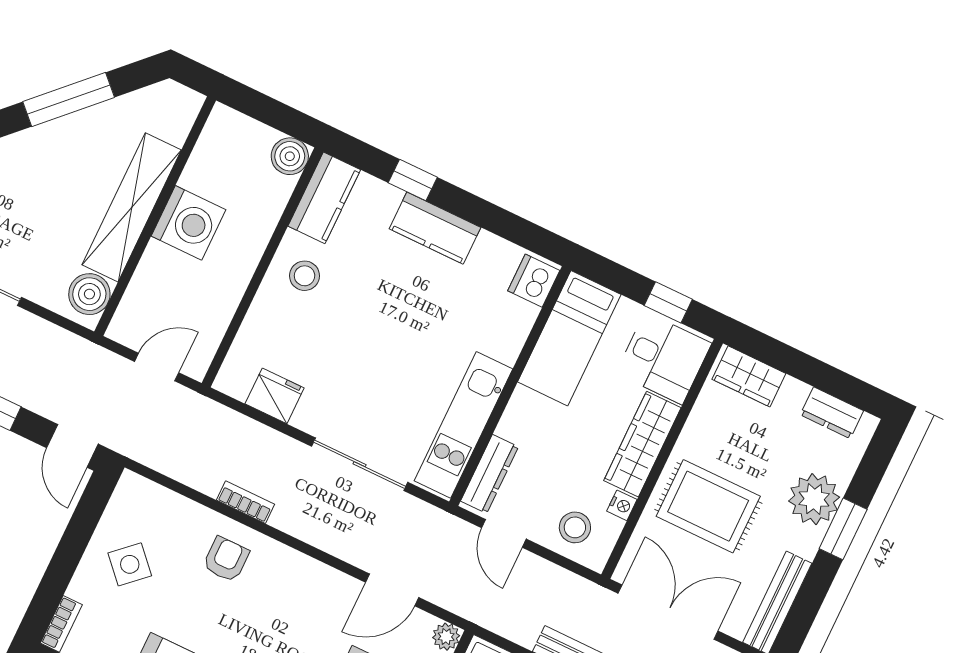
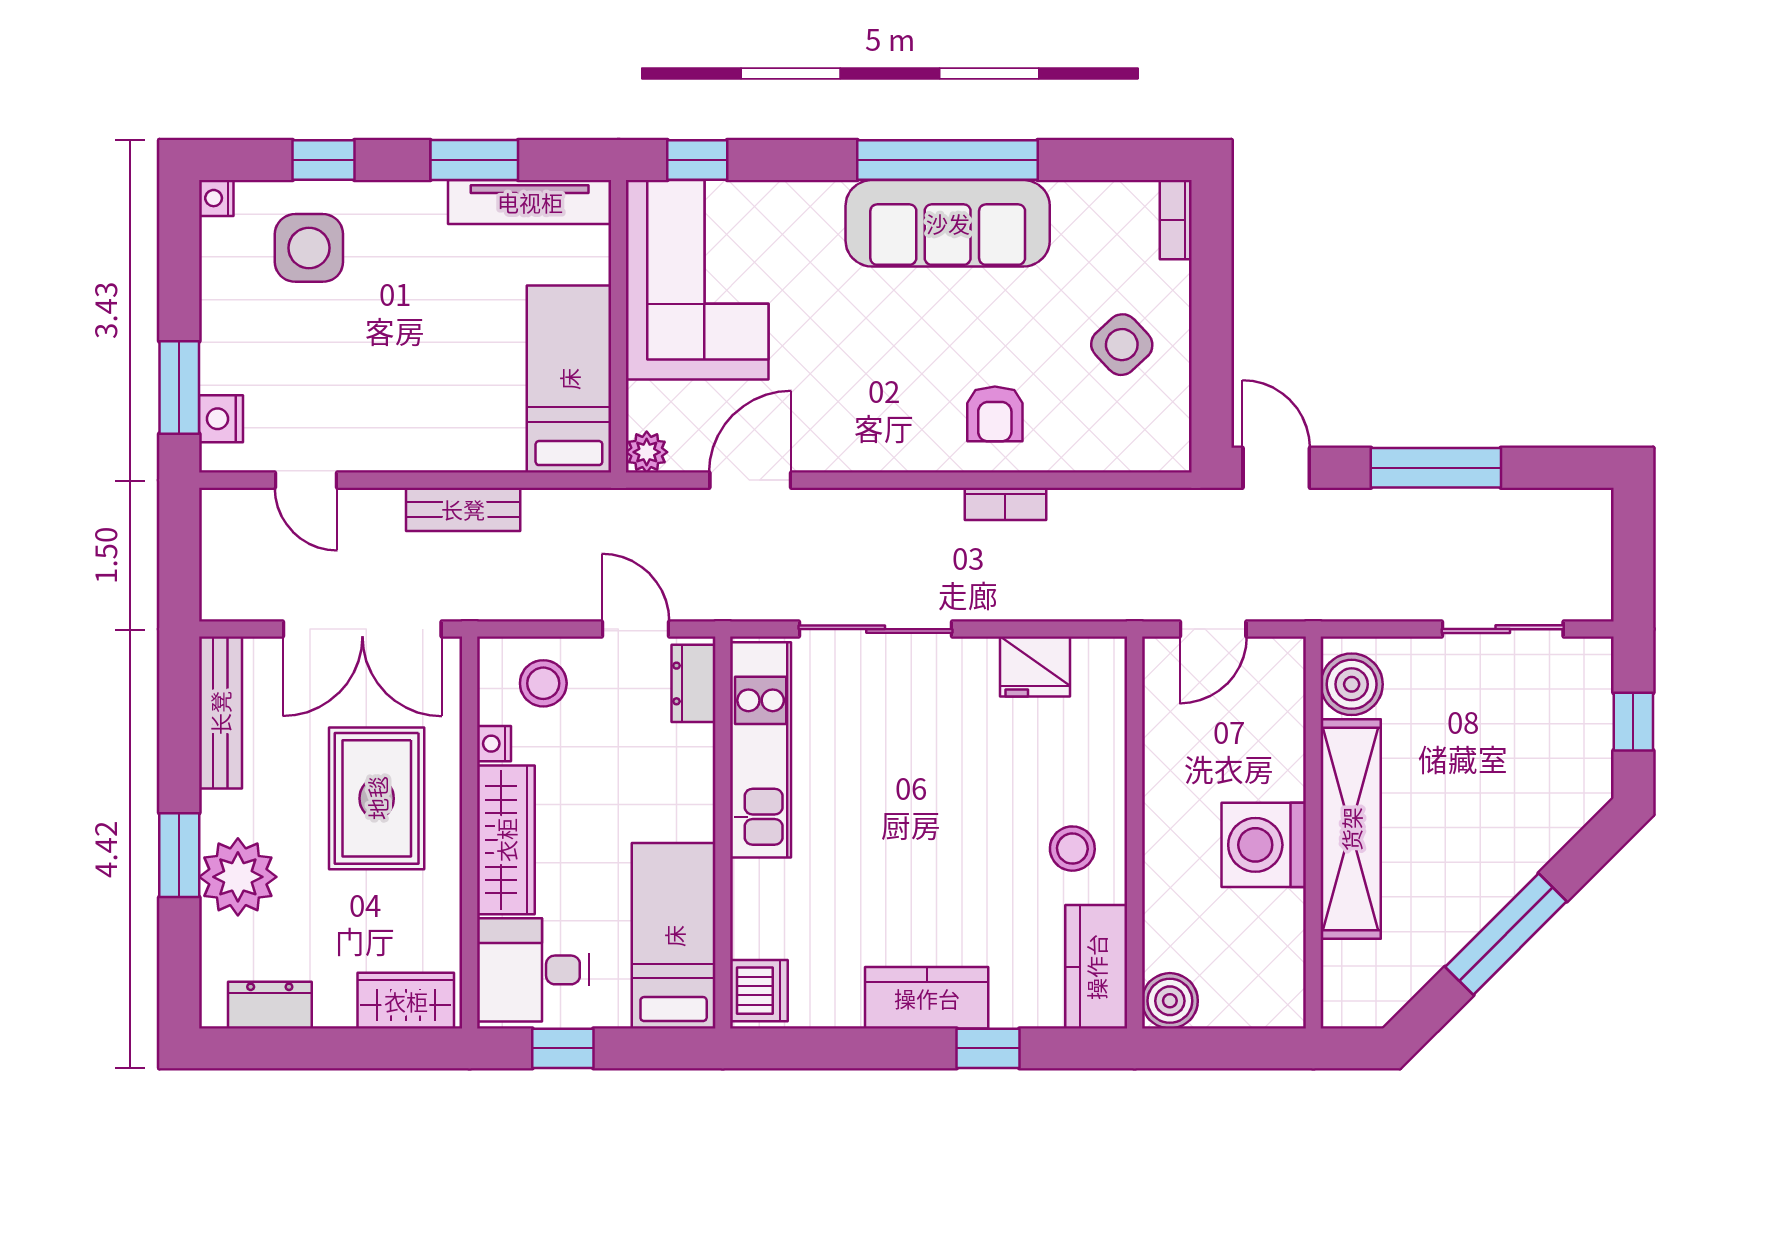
dresser: (490, 474) -> (694, 683), width x0.70
rug: (708, 506) -> (377, 798), turned 90

